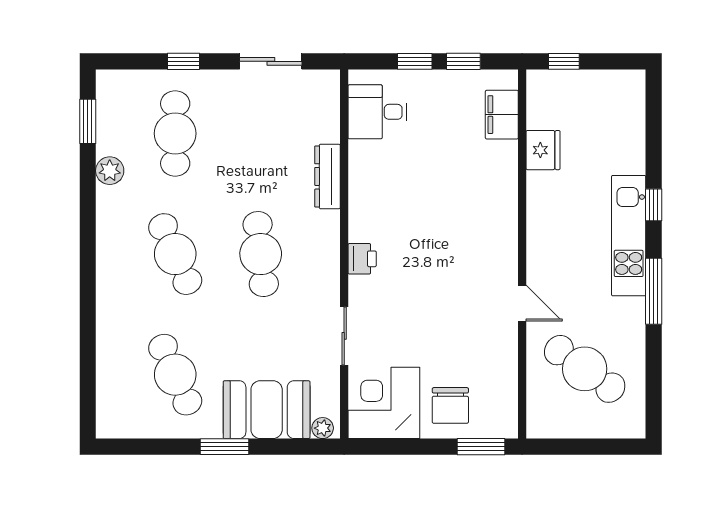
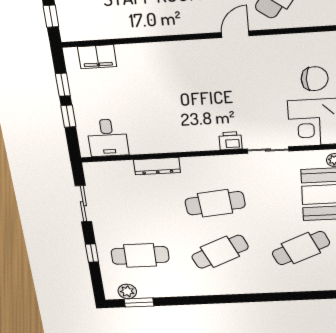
fridge: (543, 150) -> (119, 27), removed
plant: (110, 171) -> (127, 291), moved
printer: (362, 259) -> (230, 141), moved

